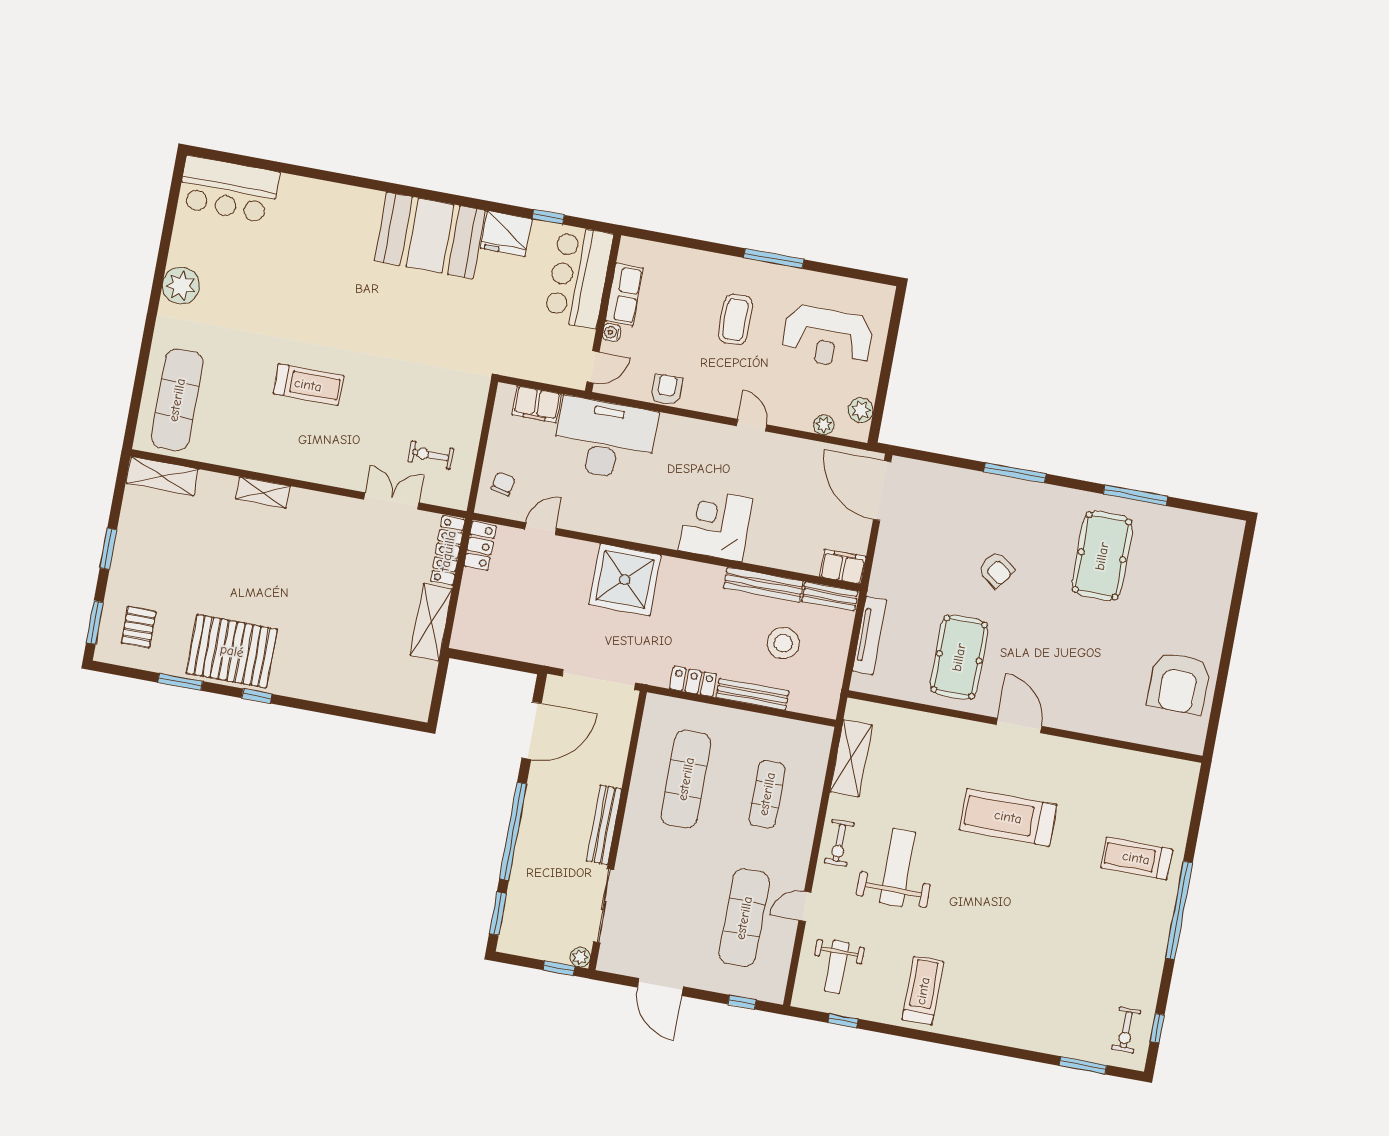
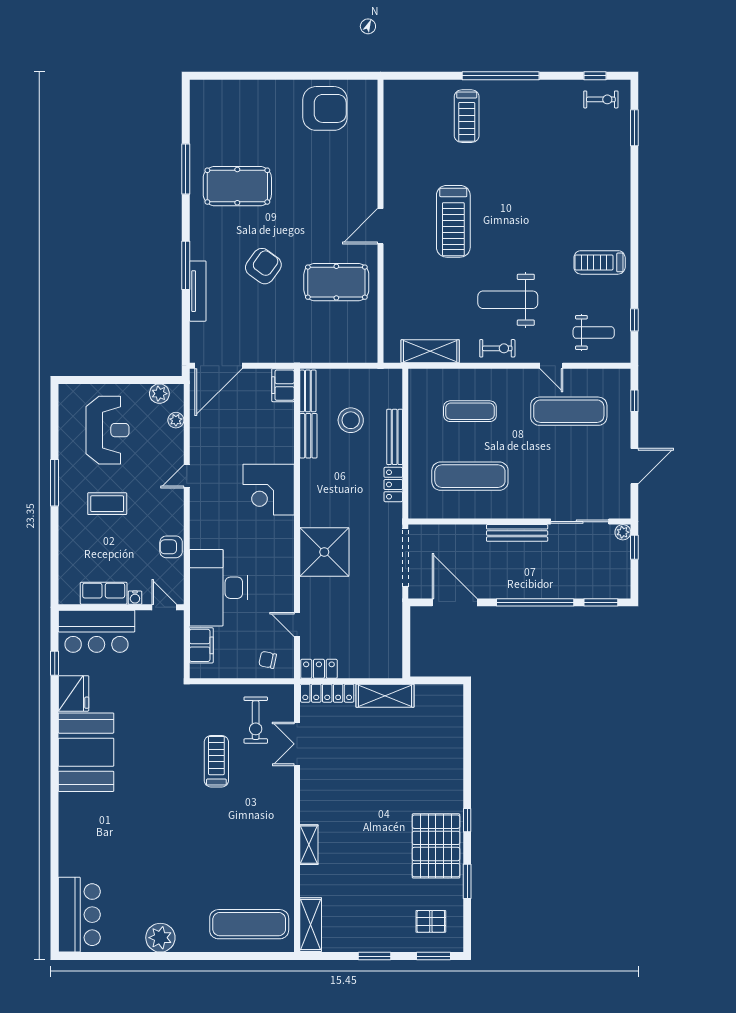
treadmill: (308, 385) -> (216, 761), moved
exercise bike: (431, 455) -> (256, 720), width x1.38, depth x1.39
armchair: (996, 570) -> (263, 266), width x1.38, depth x1.38
bench: (764, 585) -> (308, 436), width x0.73
tv unit: (869, 636) -> (198, 291), moved, turned 90

